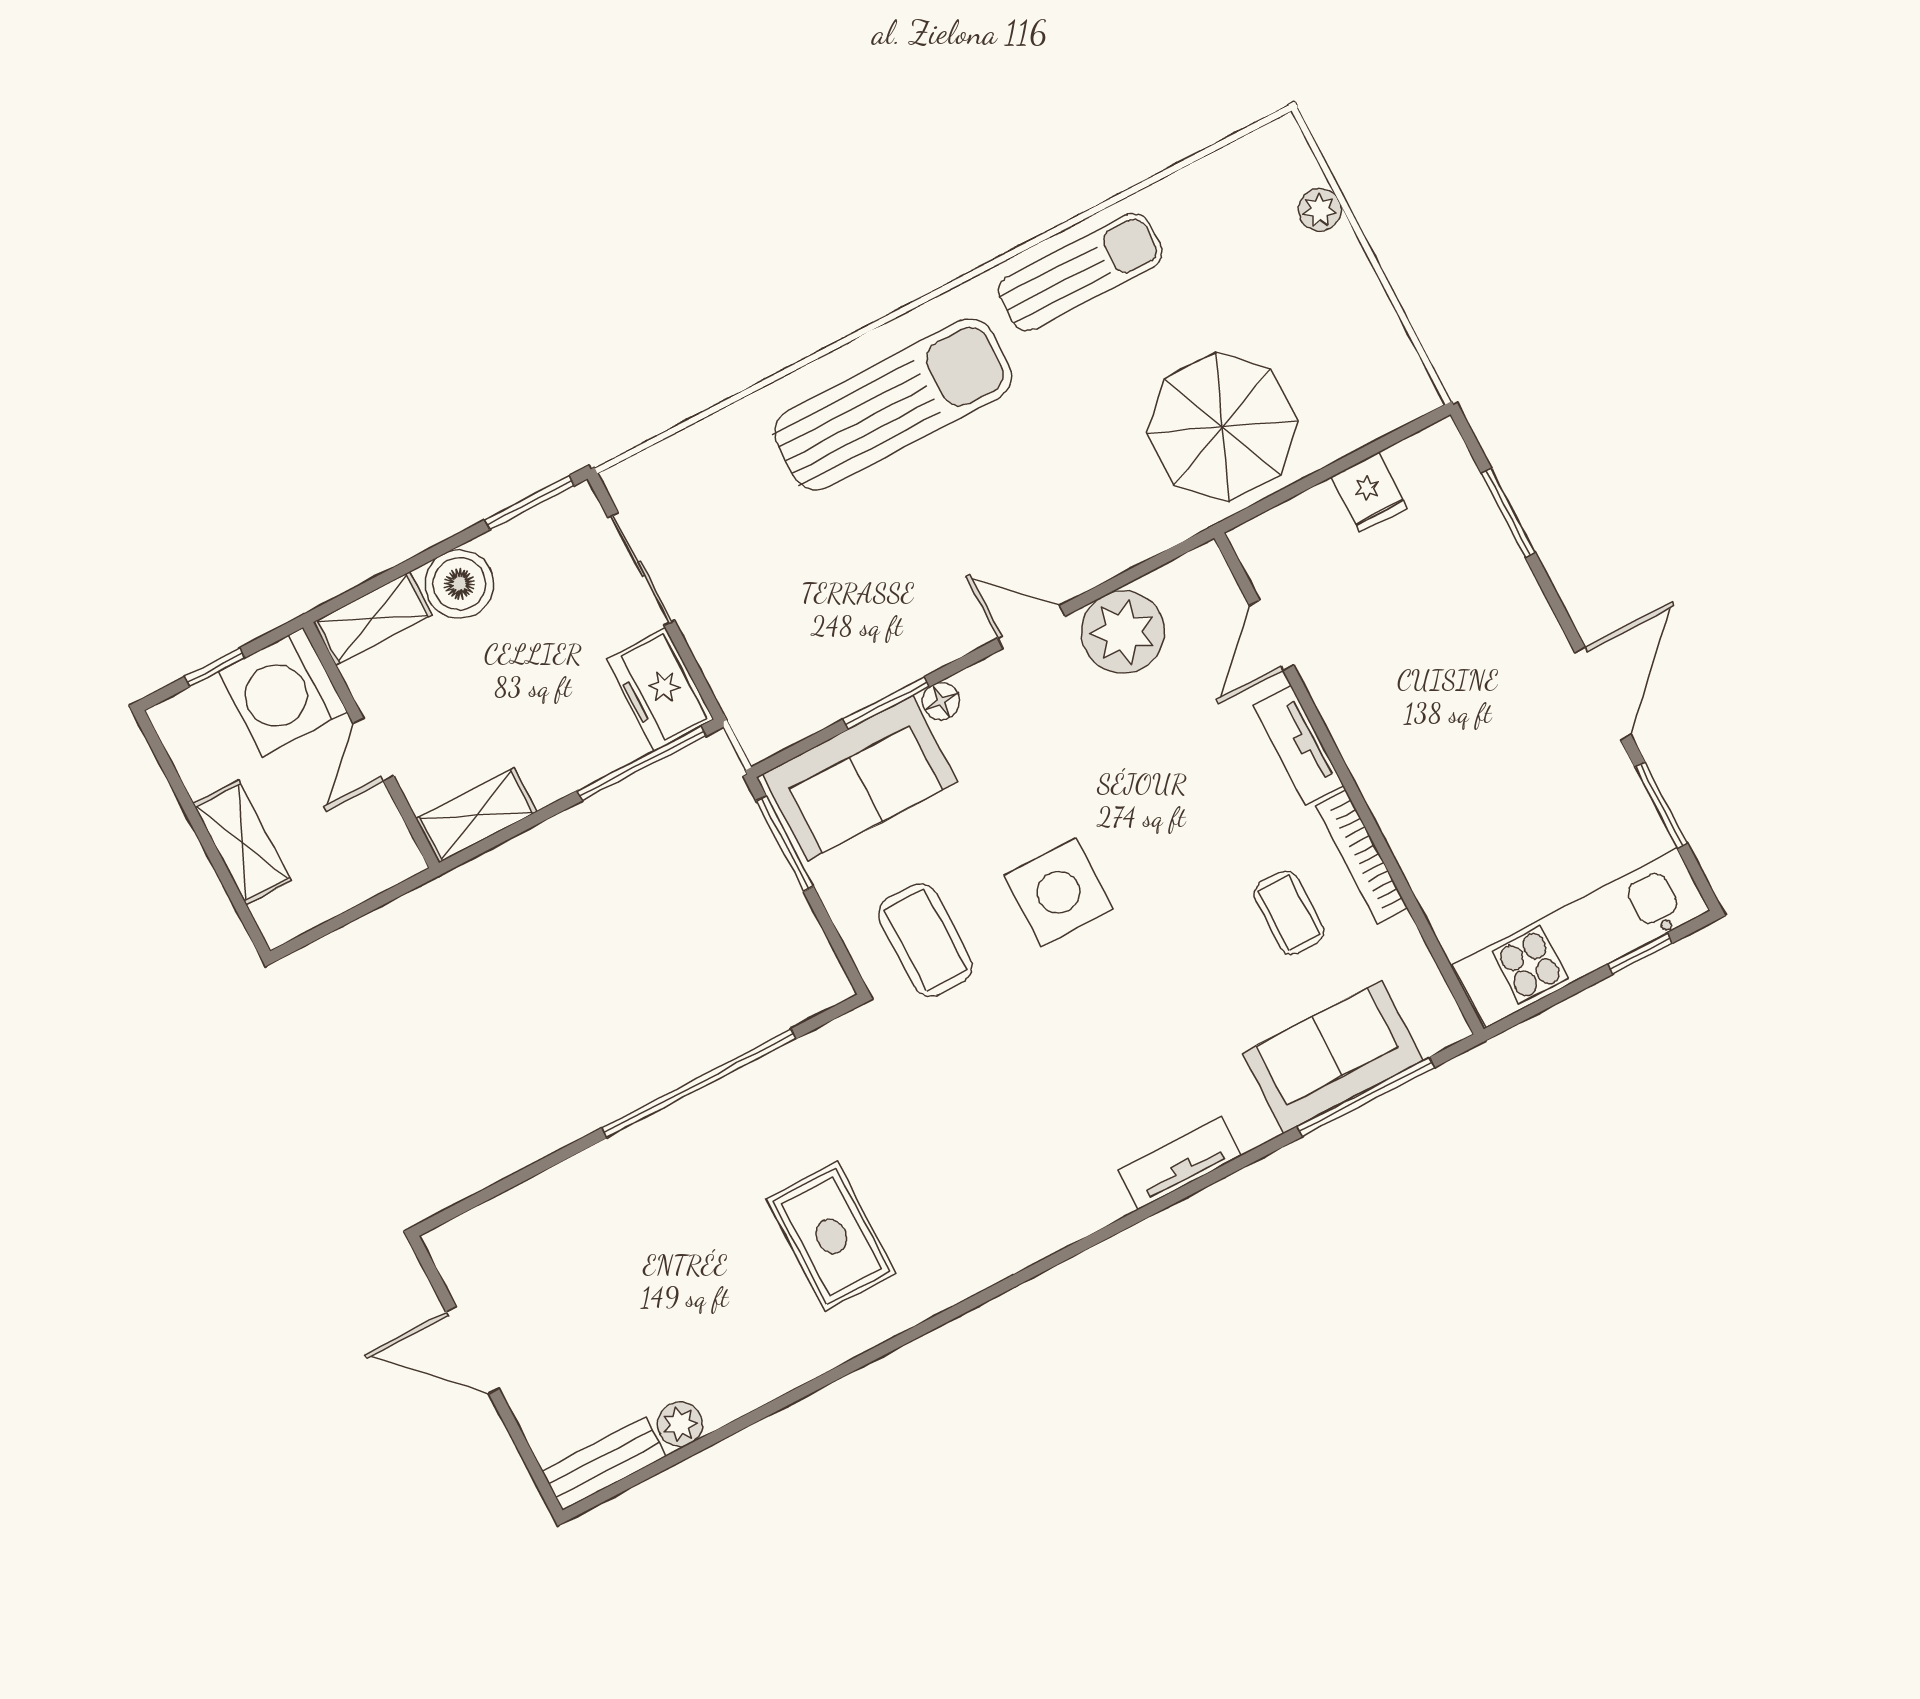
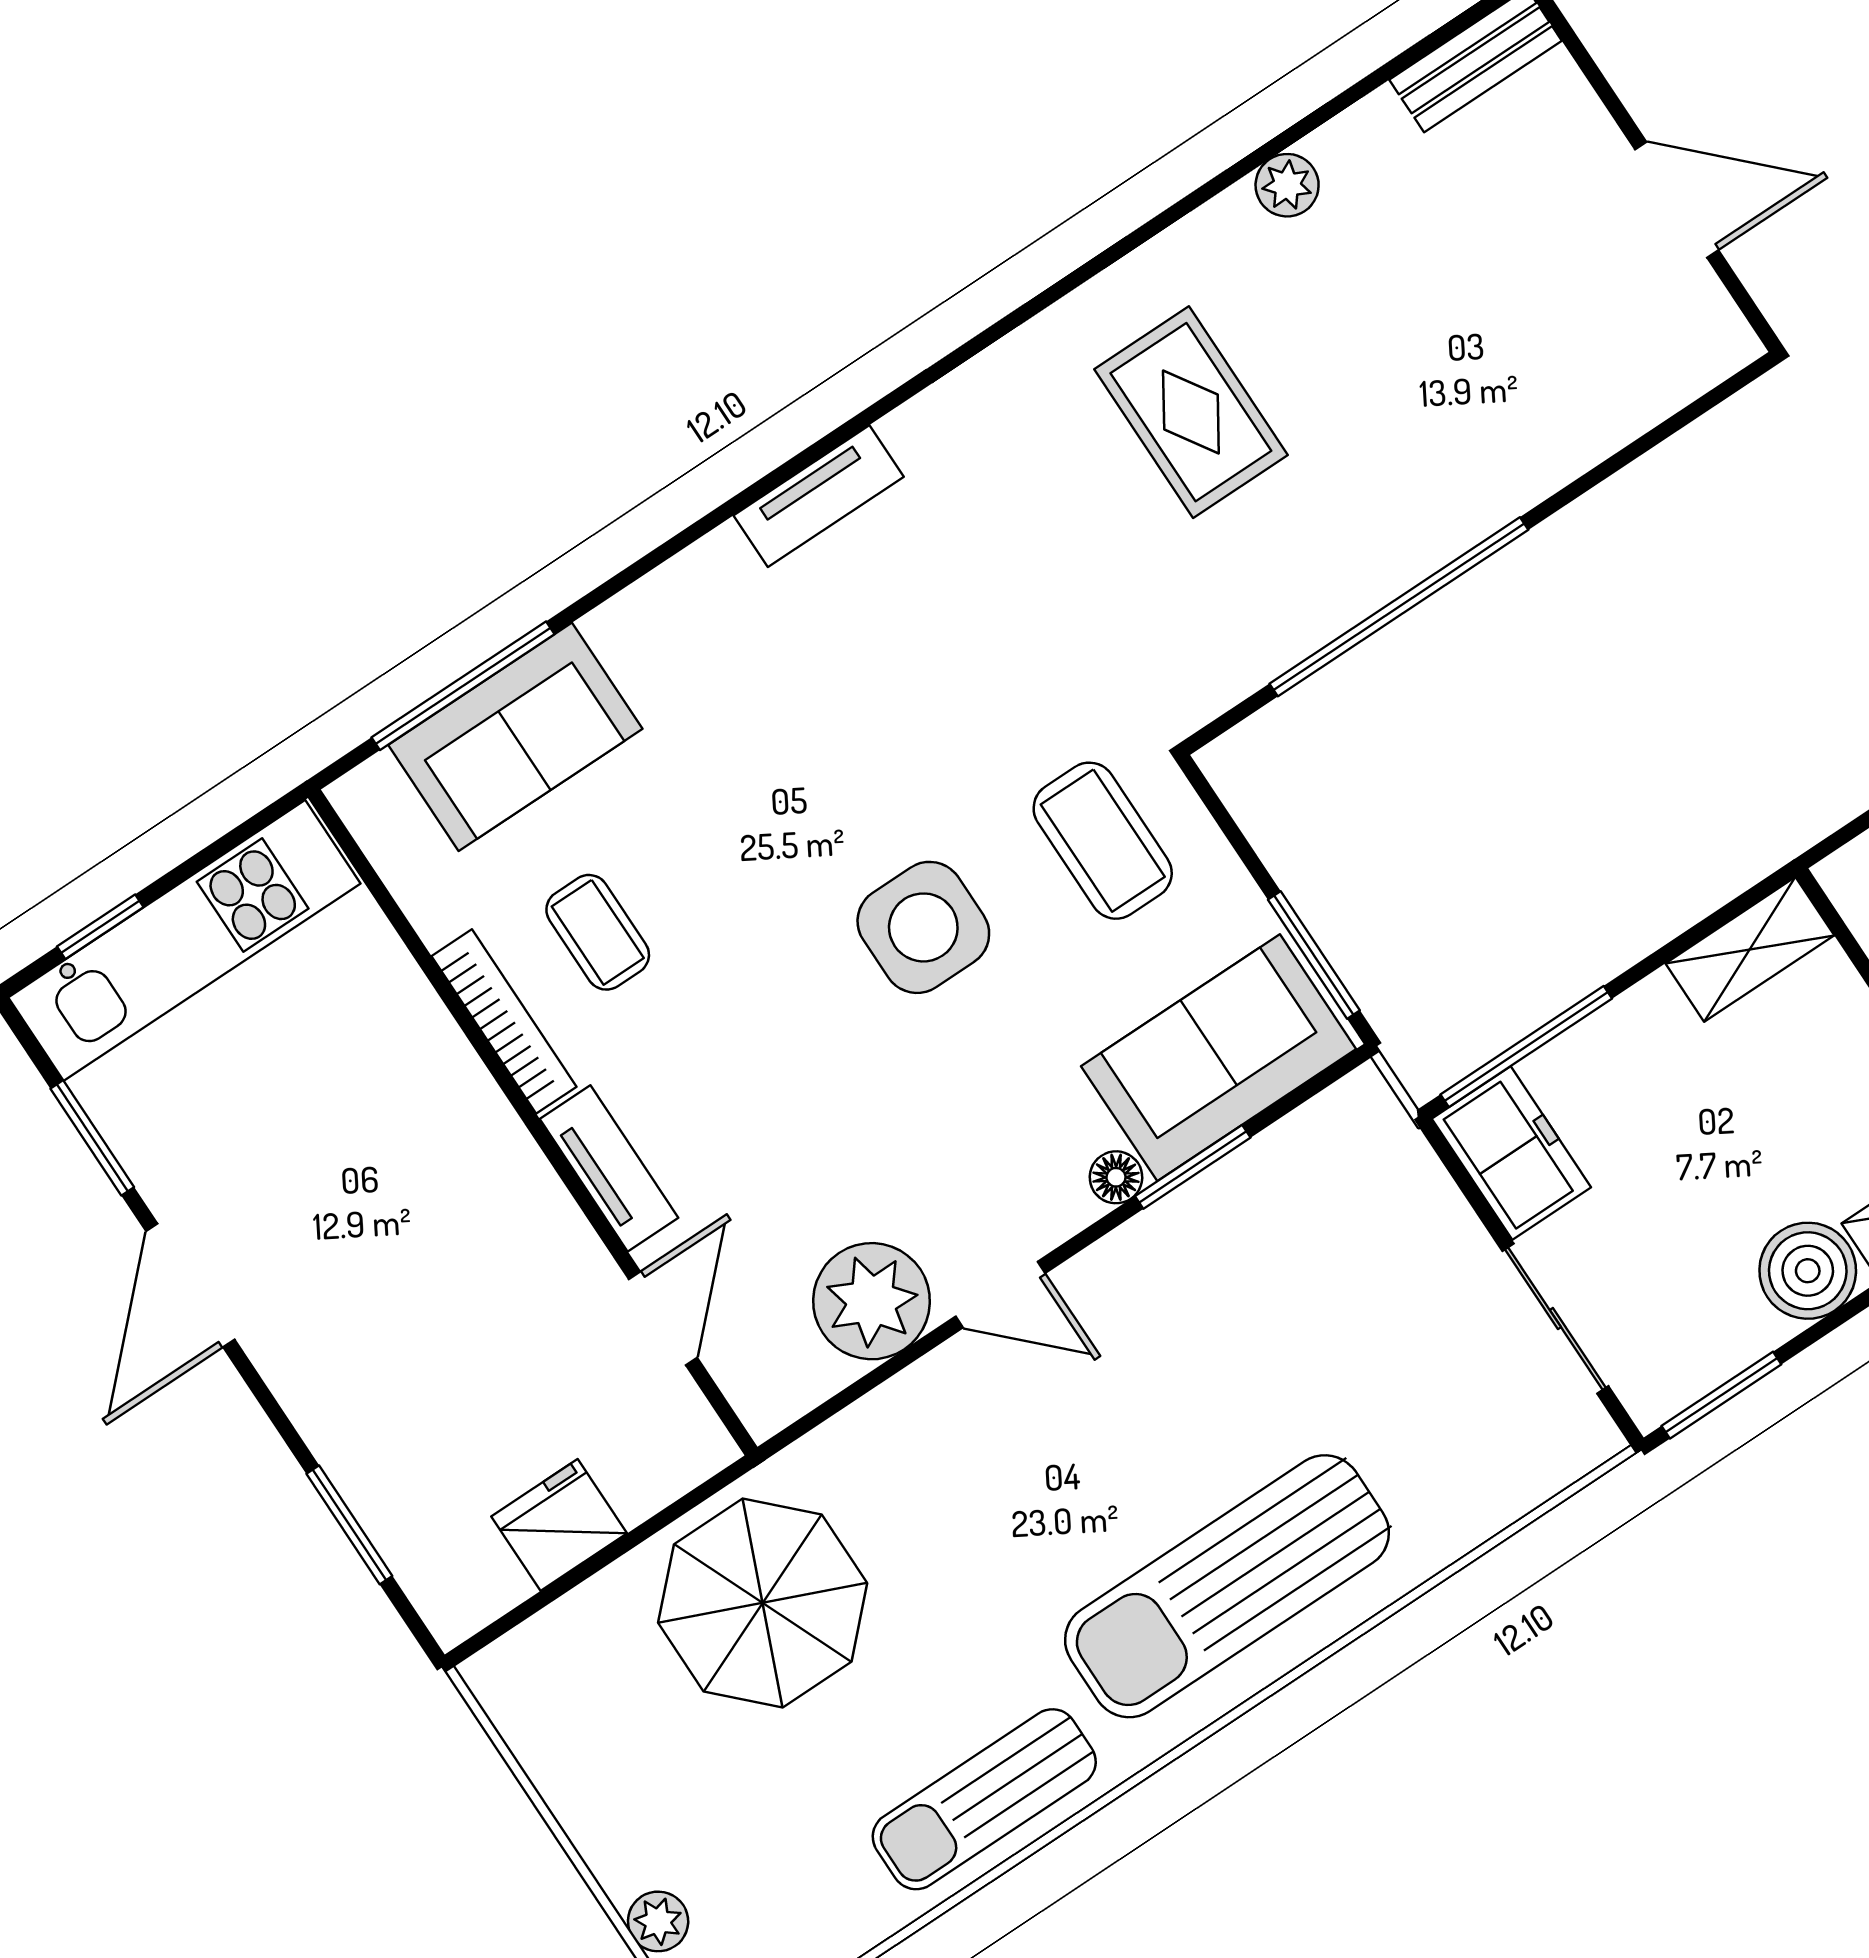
fridge: (1369, 492) -> (559, 1525), width x1.38
tv unit: (1180, 1163) -> (819, 496), moved
plant: (680, 1424) -> (1287, 185), moved

